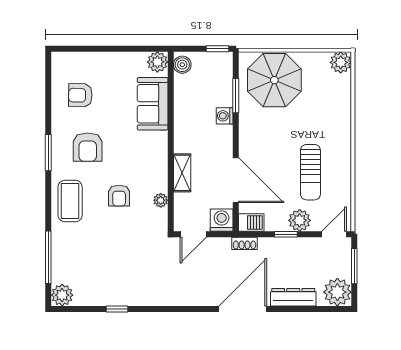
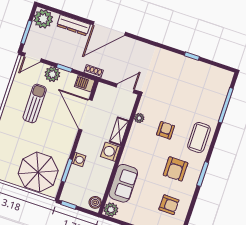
armchair: (88, 147) -> (176, 169), turned 180
washing machine: (222, 220) -> (110, 152), moved, turned 90
plant: (62, 295) -> (225, 77), removed

